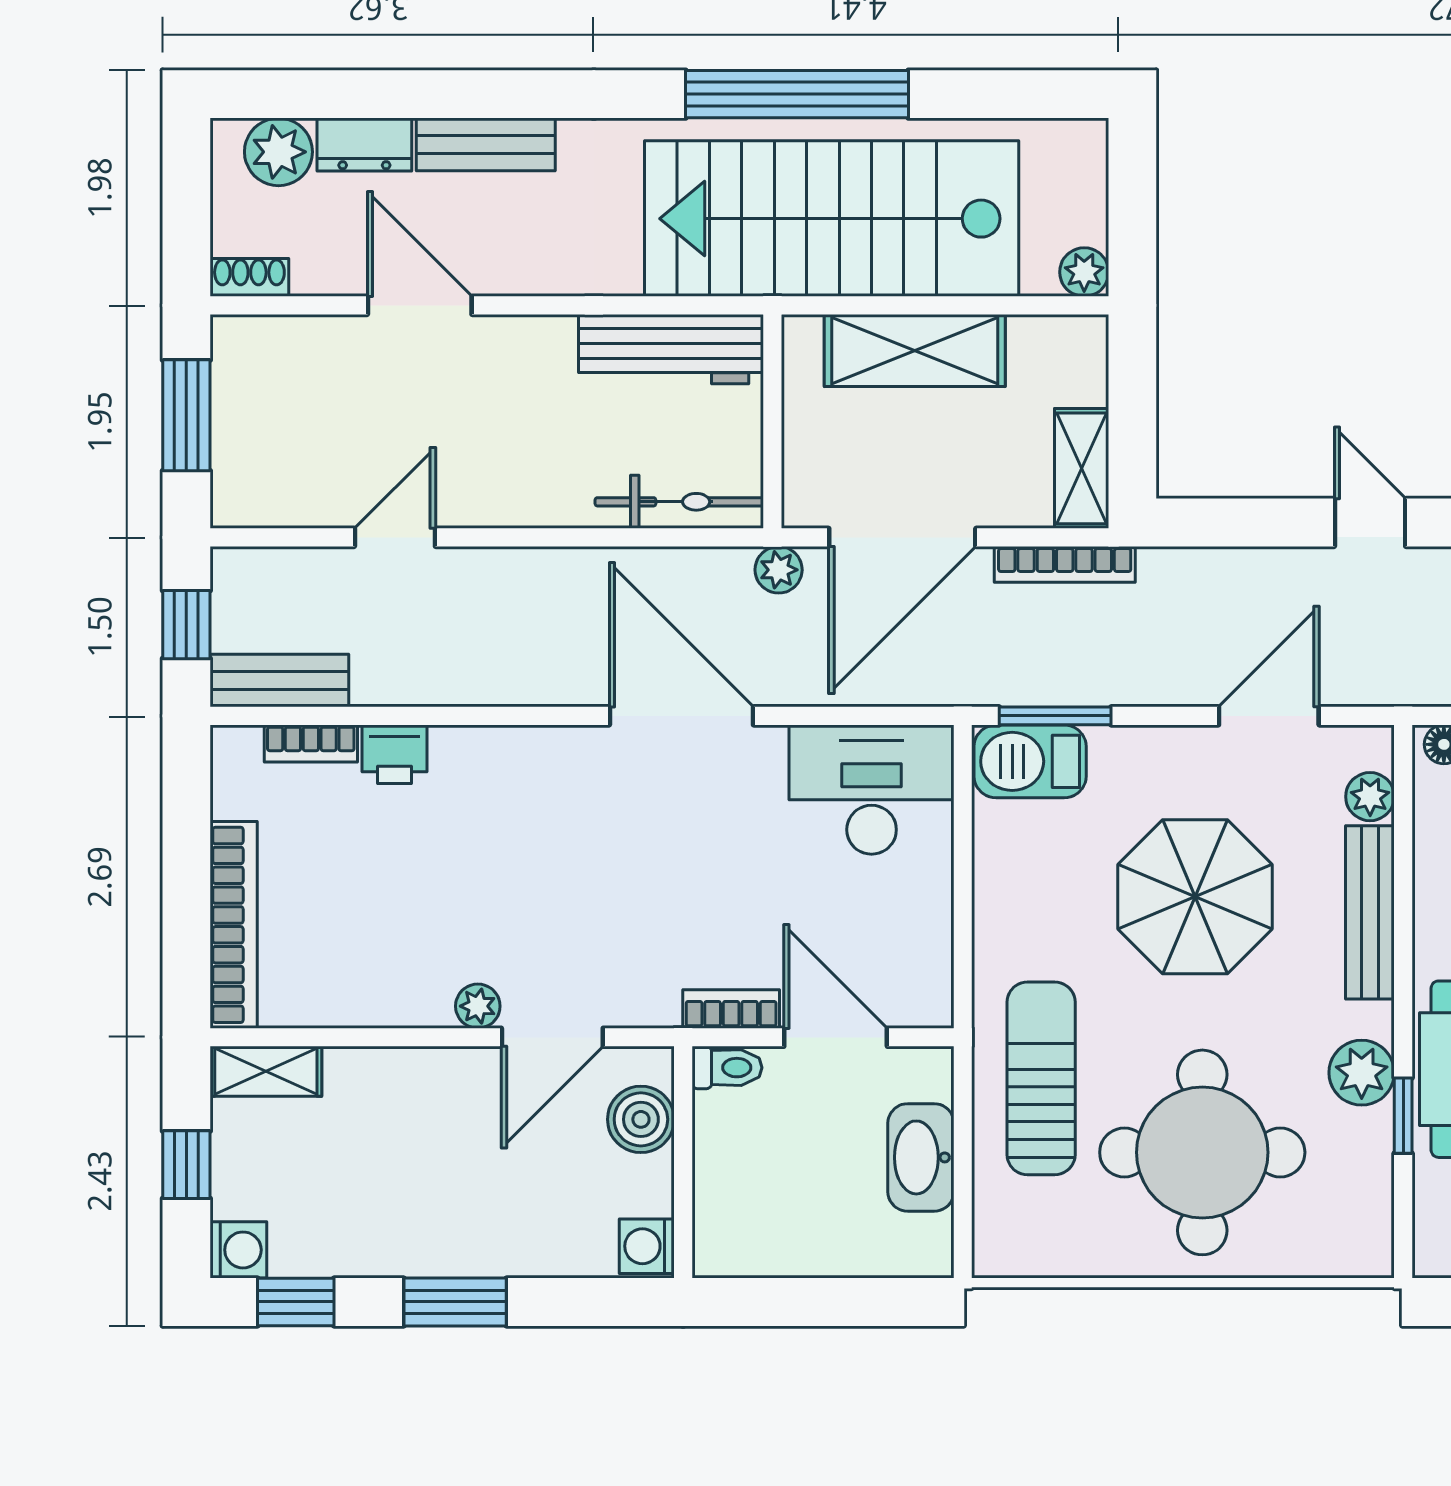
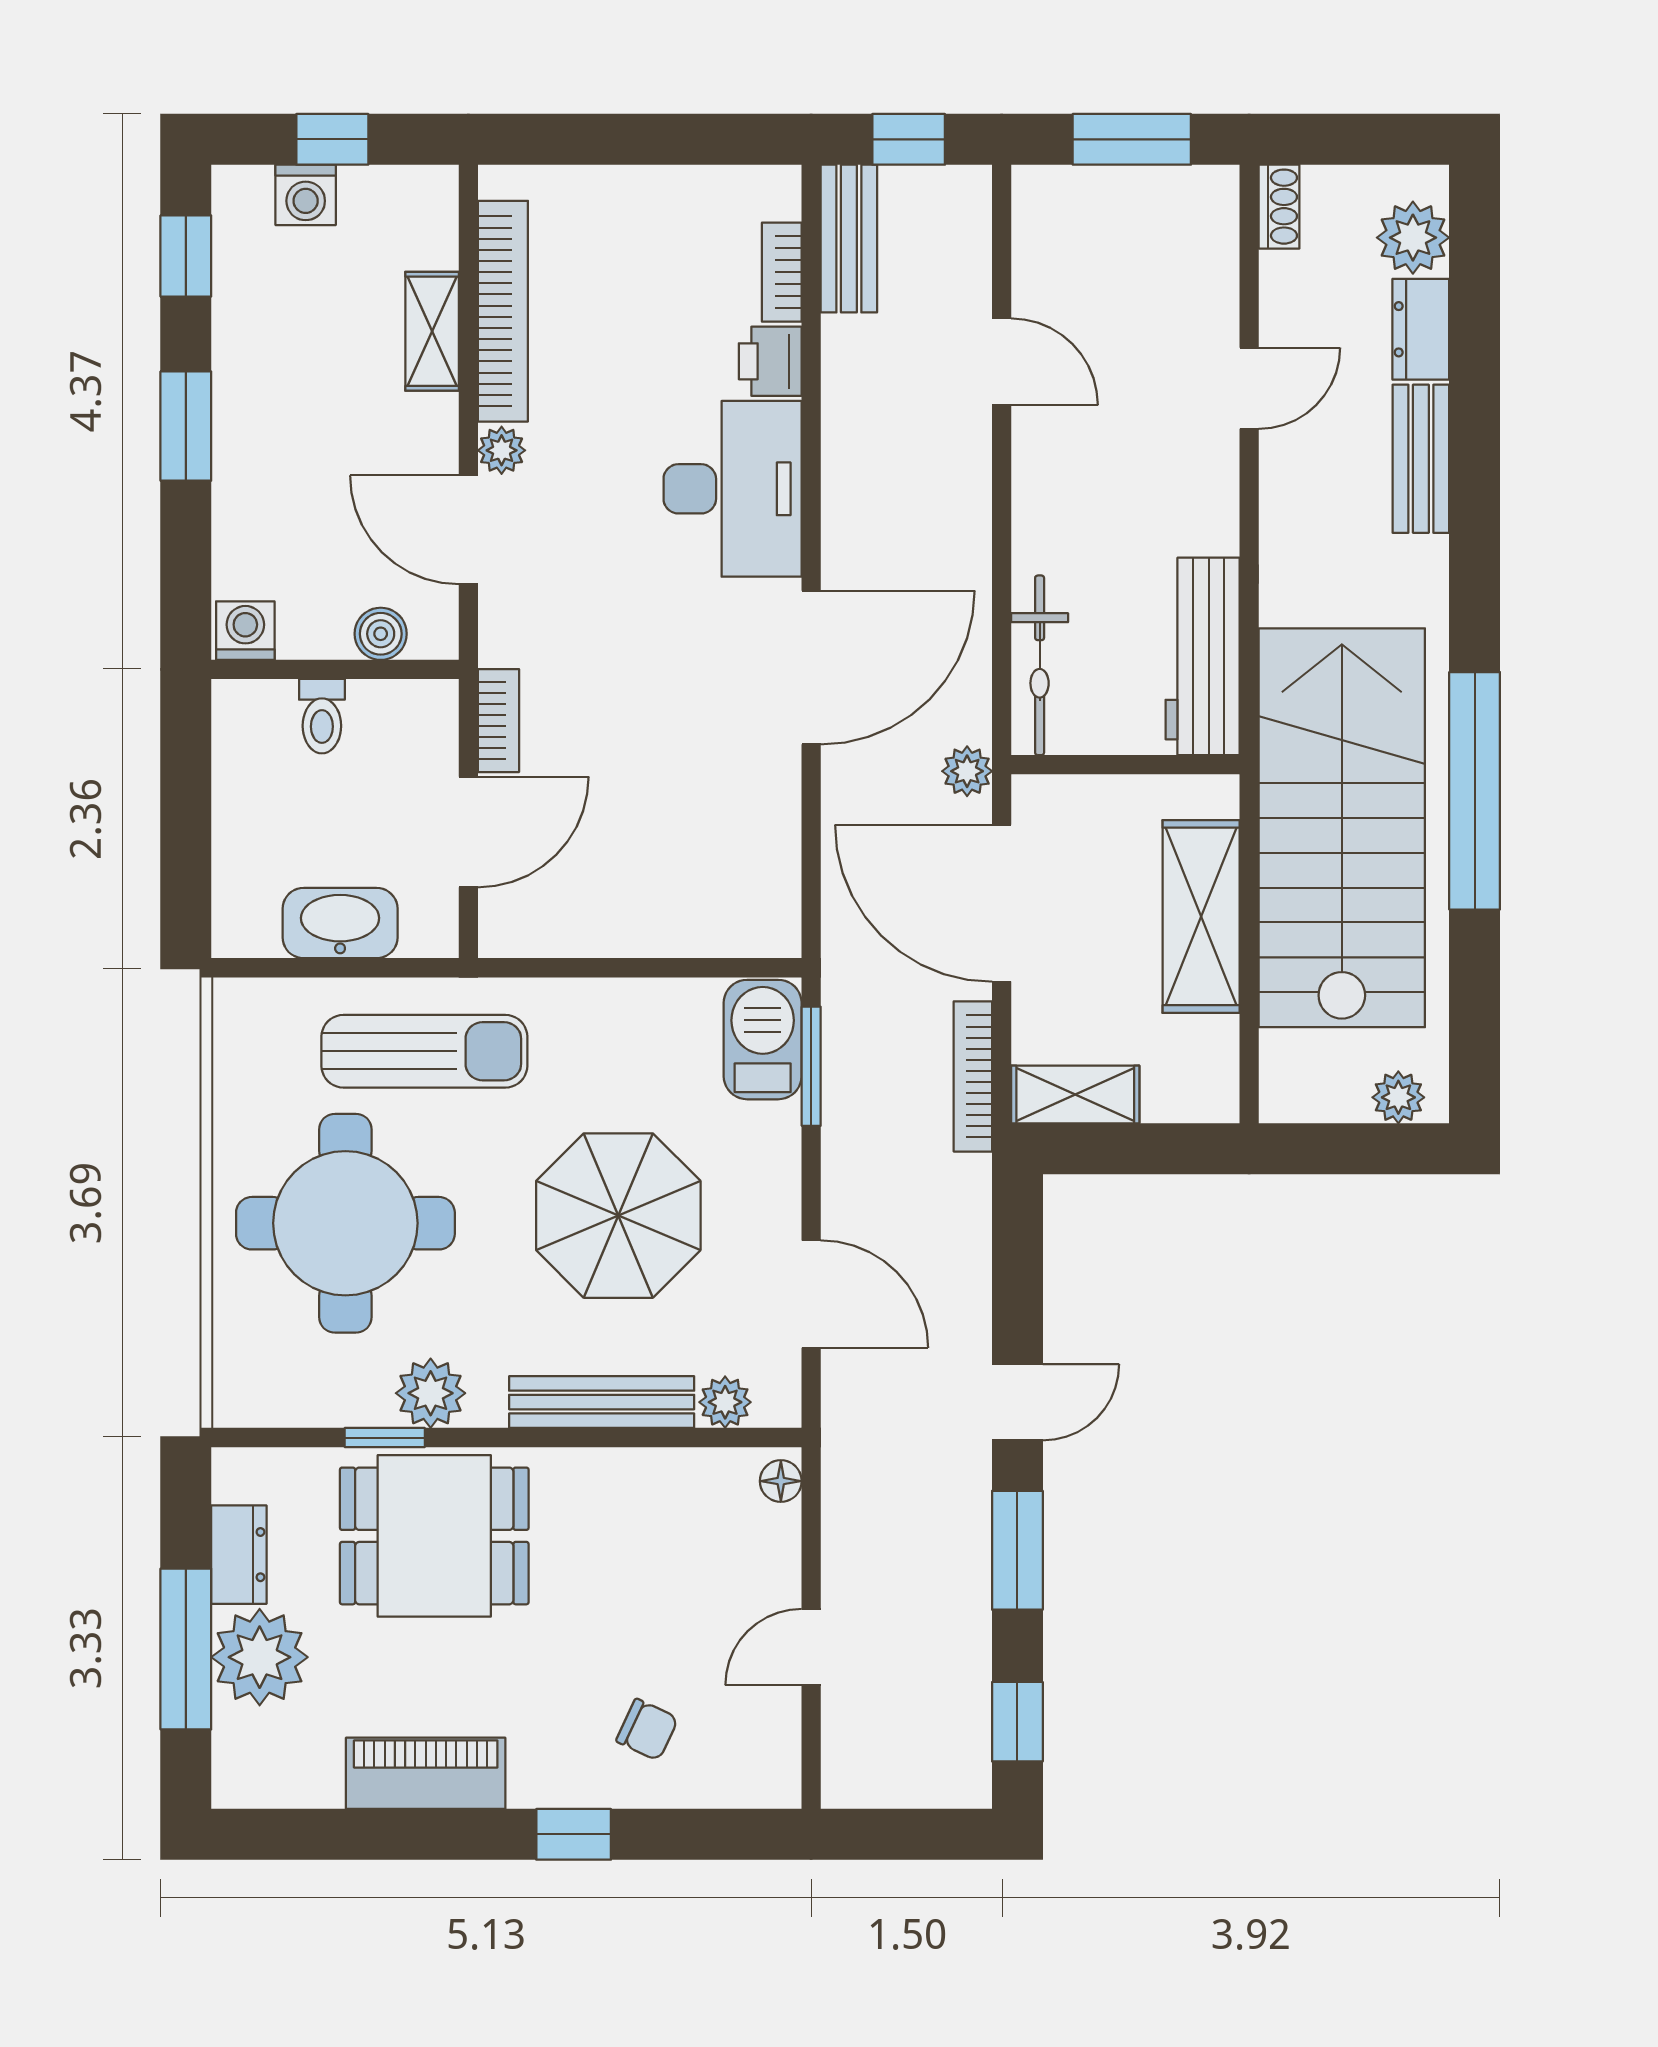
plant: (1084, 272) -> (1398, 1097), moved
door: (420, 305) -> (1249, 388), width x0.73
desk: (872, 790) -> (733, 489), moved
bookcase: (234, 925) -> (503, 311), moved, turned -90
toilet: (727, 1068) -> (322, 716), moved
shelving: (266, 1071) -> (432, 331), moved
boiler: (641, 1119) -> (381, 634), width x0.73, depth x0.73
washing machine: (238, 1250) -> (306, 195), moved

